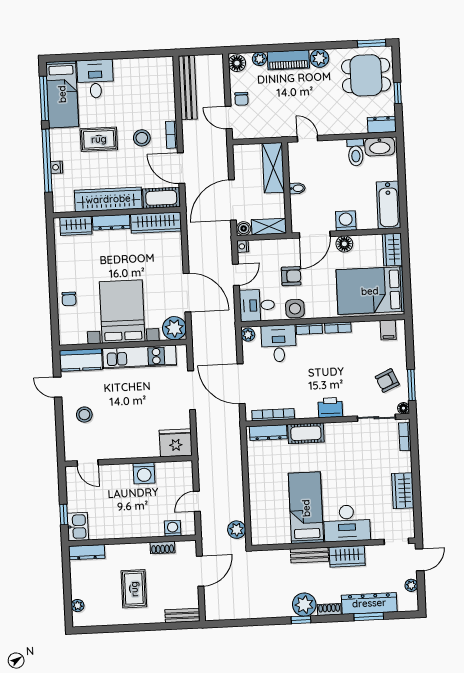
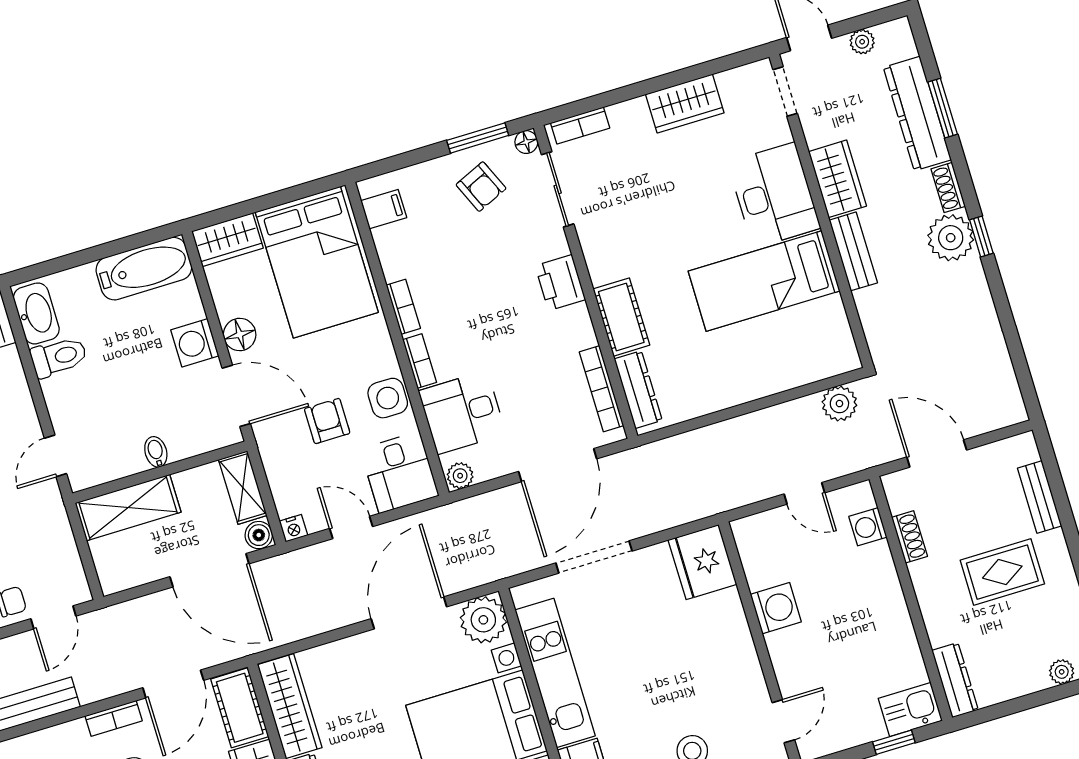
bench: (182, 615) -> (1040, 497), moved

